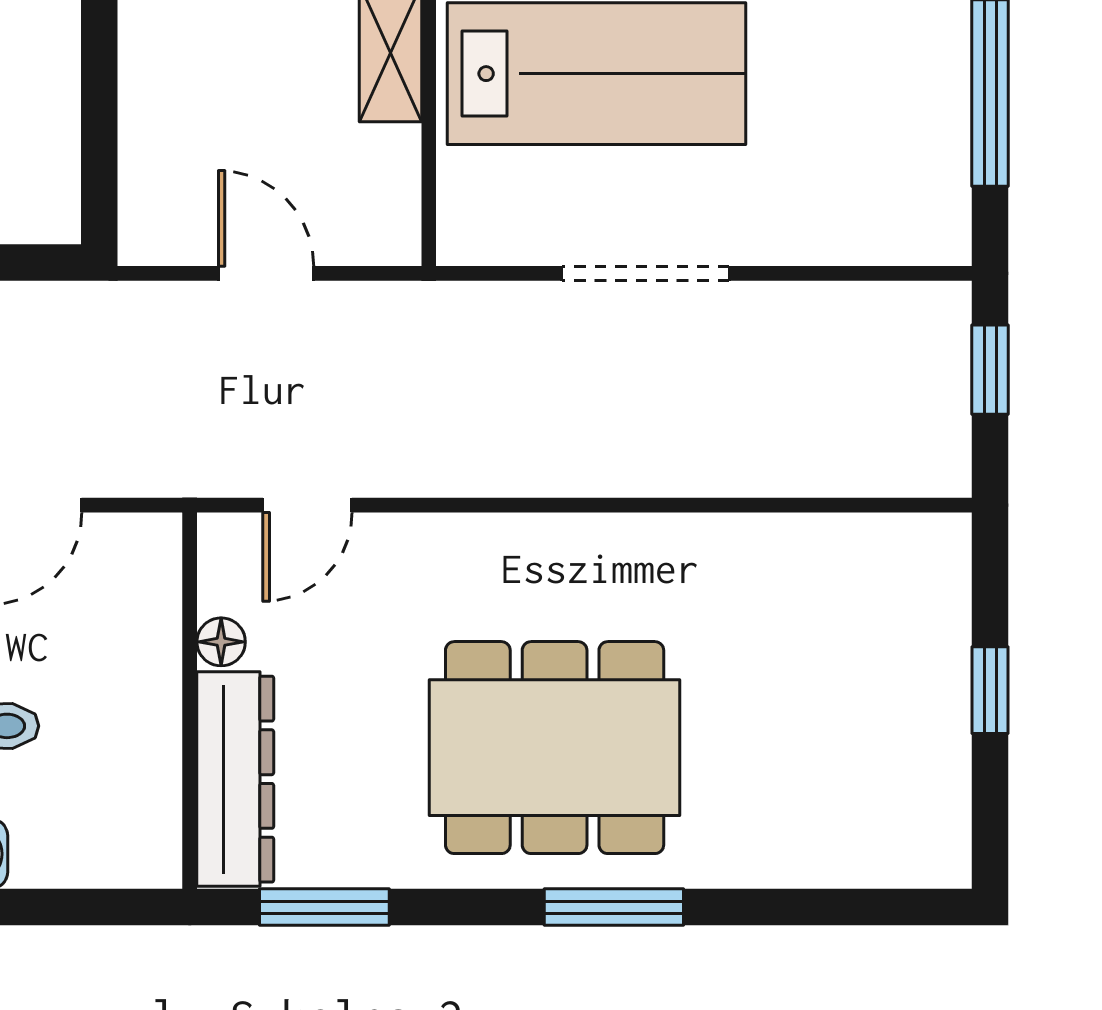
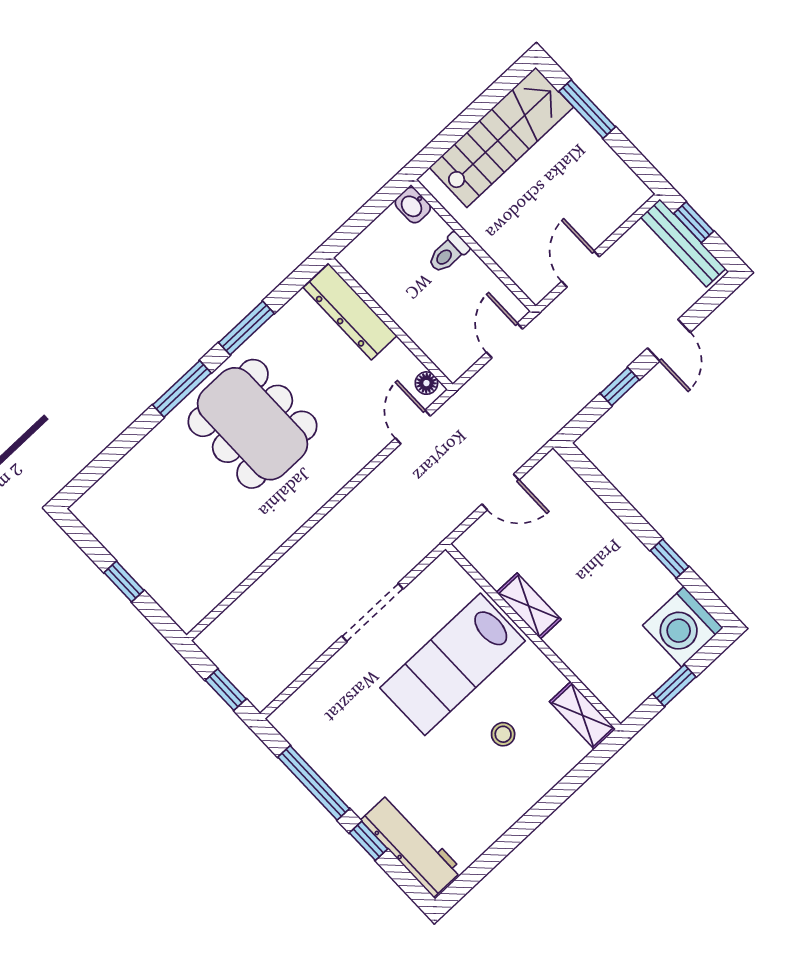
floor lamp: (221, 642) -> (426, 383), moved
dining table: (555, 748) -> (253, 424), turned 90
window: (324, 907) -> (246, 328), moved

